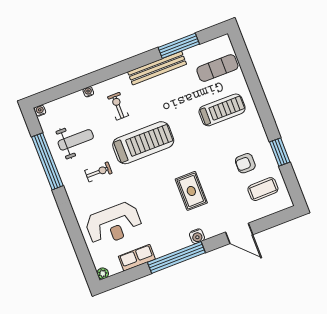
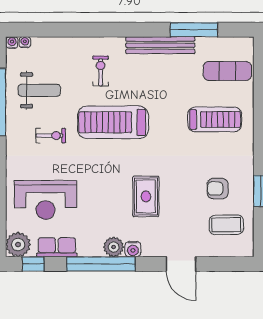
water cooler: (88, 92) -> (25, 42), moved
treadmill: (143, 143) -> (113, 122), turned 180
plant: (181, 240) -> (114, 247), added
plant: (103, 273) -> (18, 244), width x1.87, depth x1.87
window: (123, 278) -> (33, 264), added

